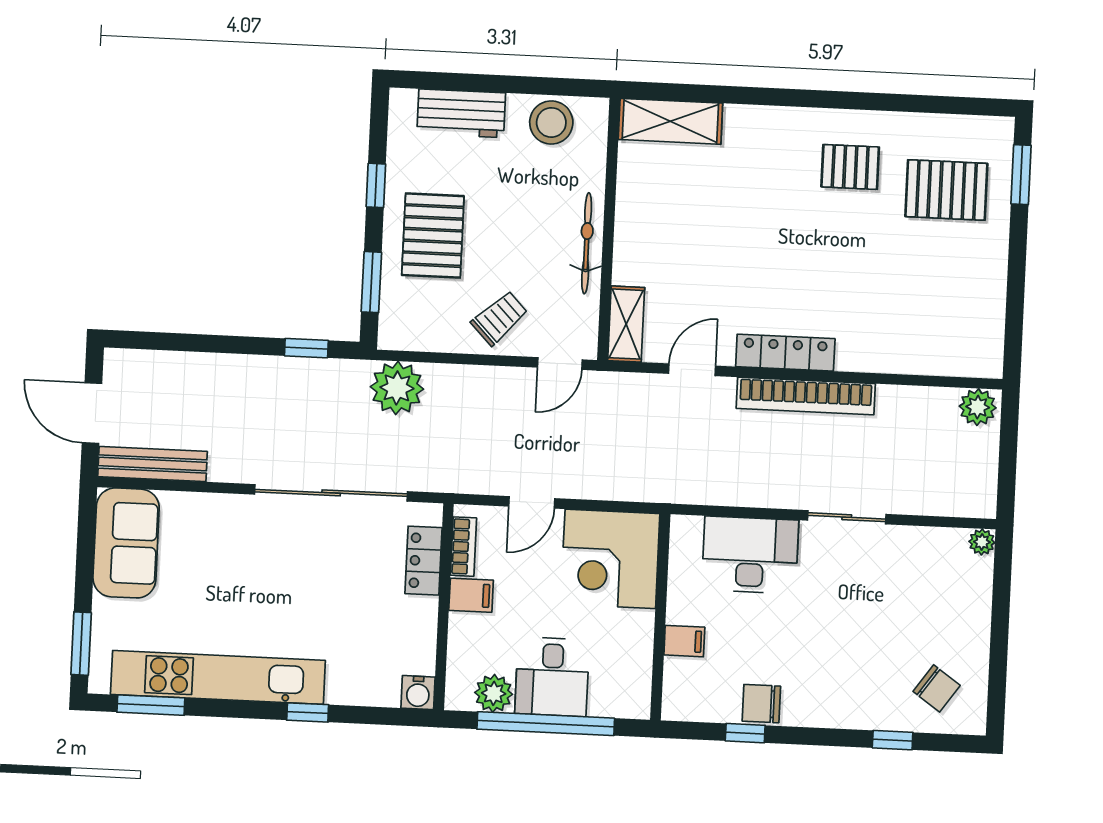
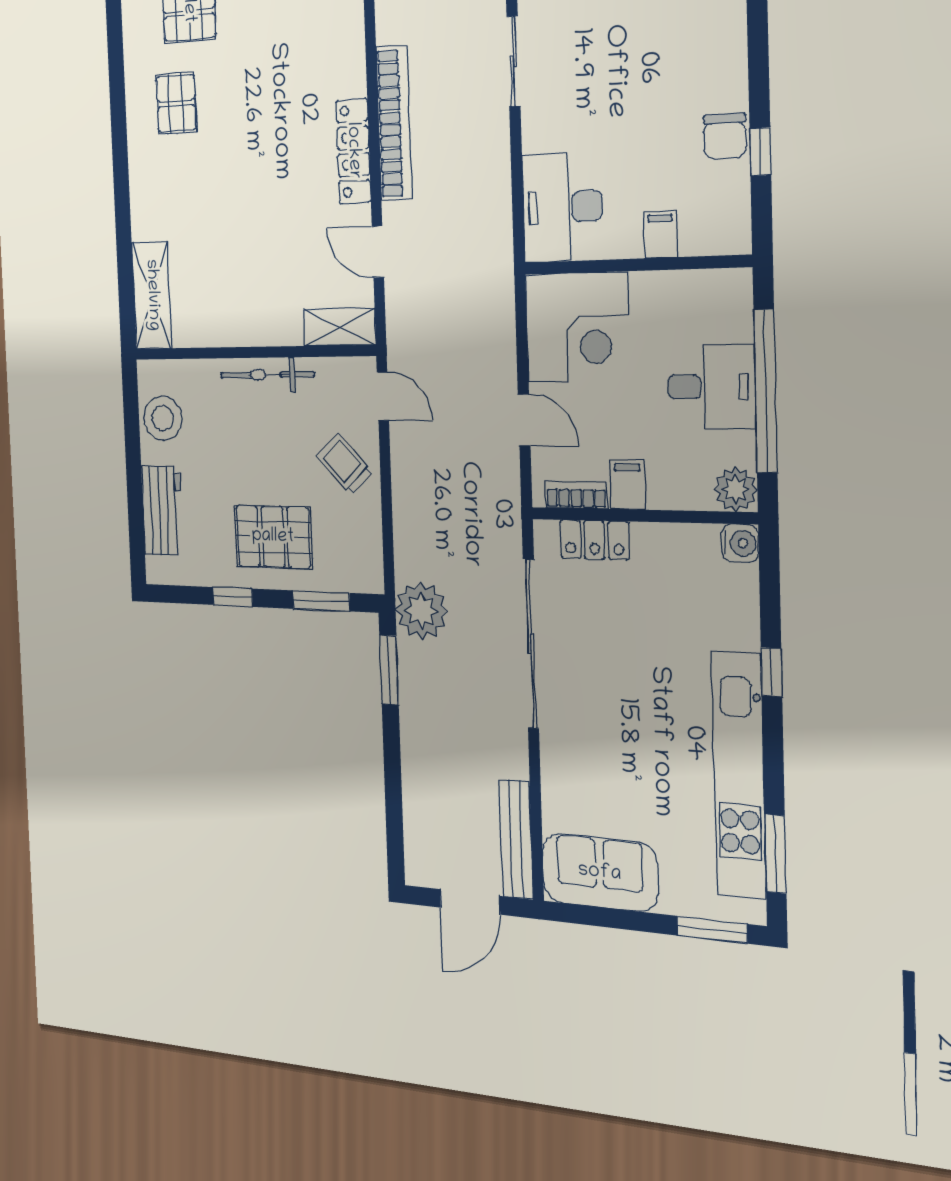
window: (306, 348) -> (389, 670), width x1.50
plant: (397, 388) -> (421, 611), moved
desk: (750, 555) -> (562, 207), moved
plant: (494, 693) -> (736, 489), moved

